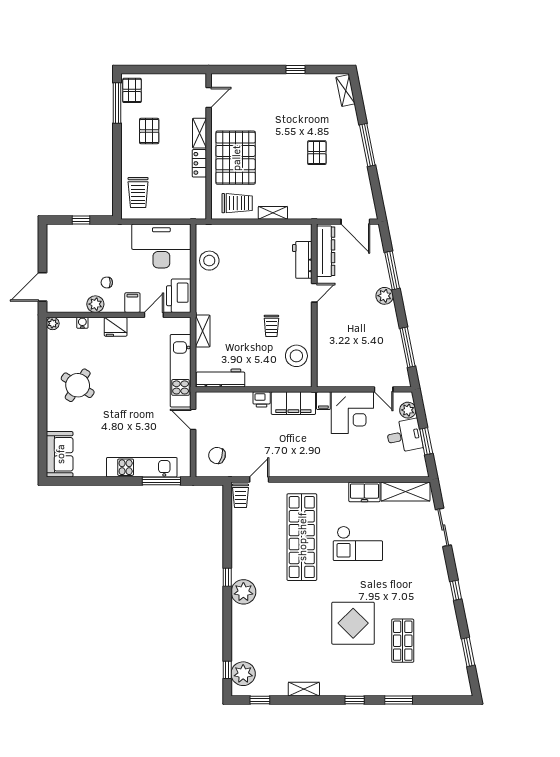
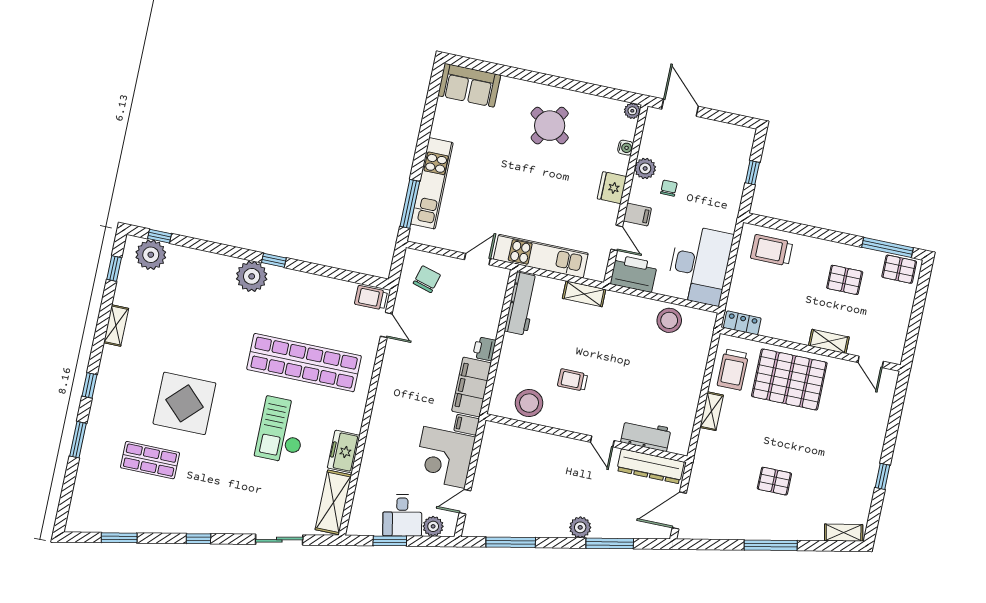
locker: (199, 163) -> (742, 323), moved

